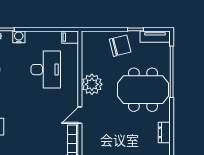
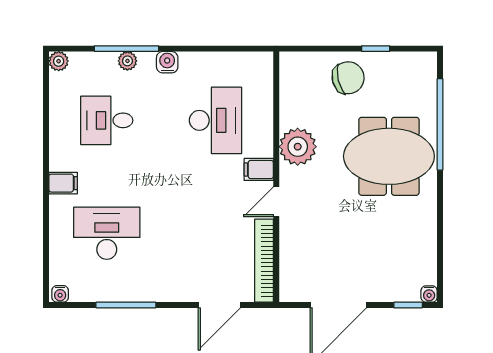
filing cabinet: (70, 37) -> (259, 169), moved
tv unit: (155, 37) -> (410, 62), removed
dresser: (164, 132) -> (427, 233), removed

